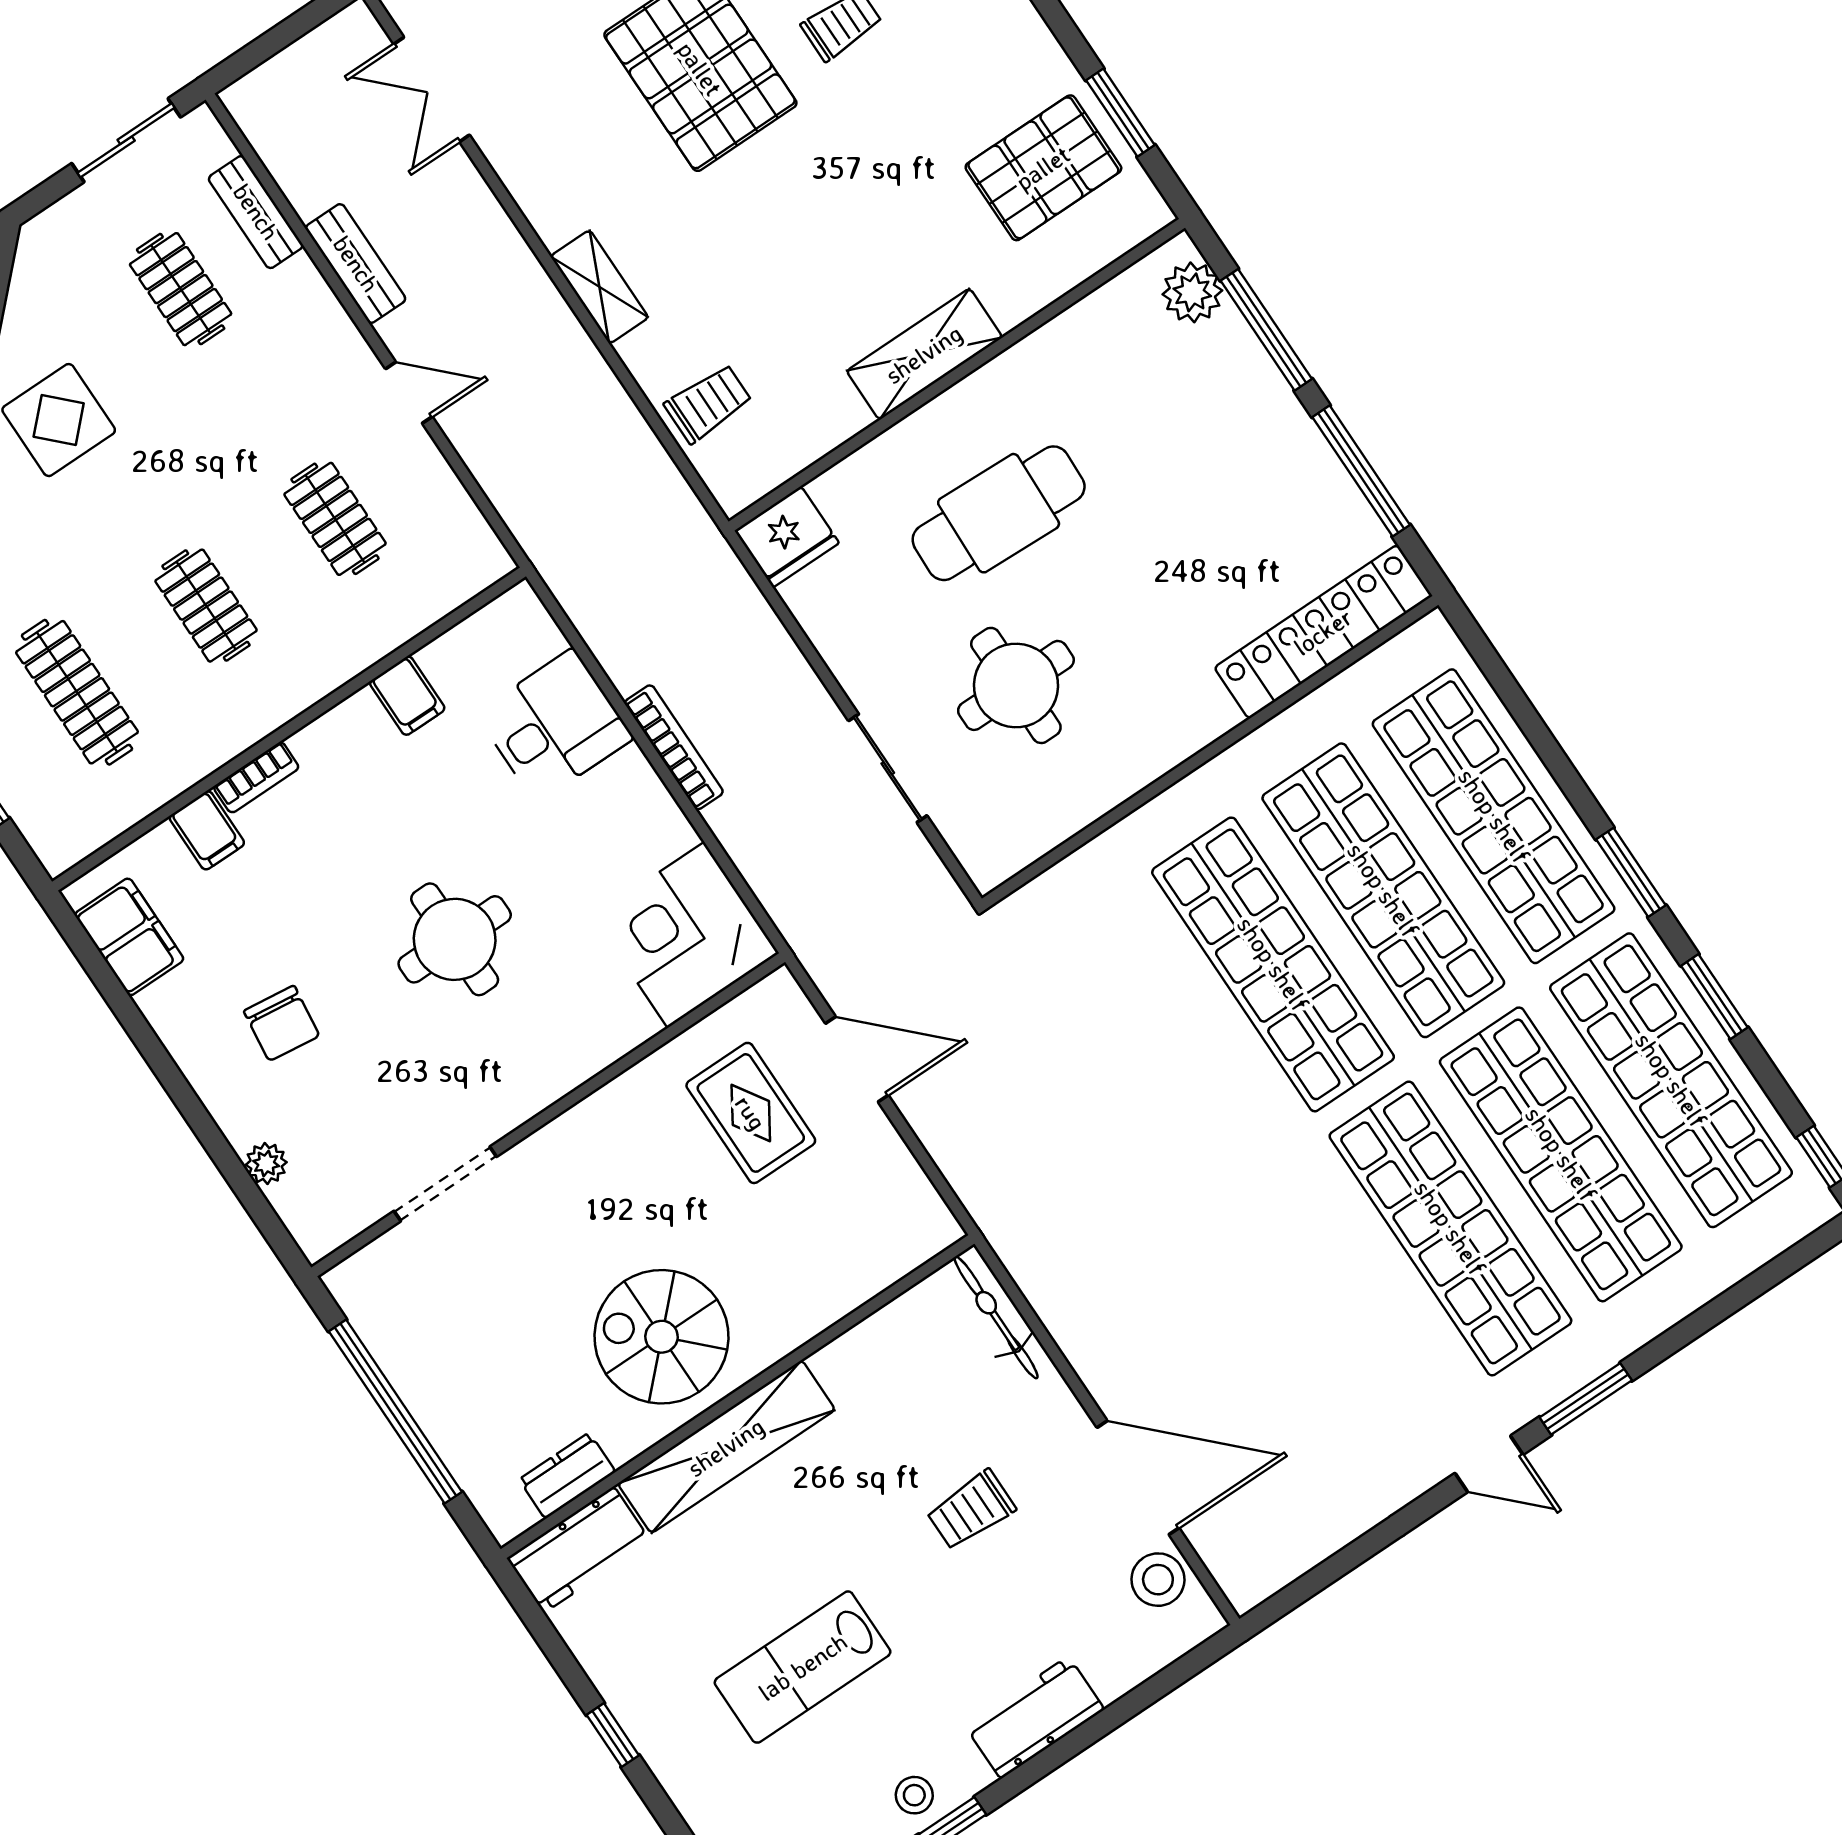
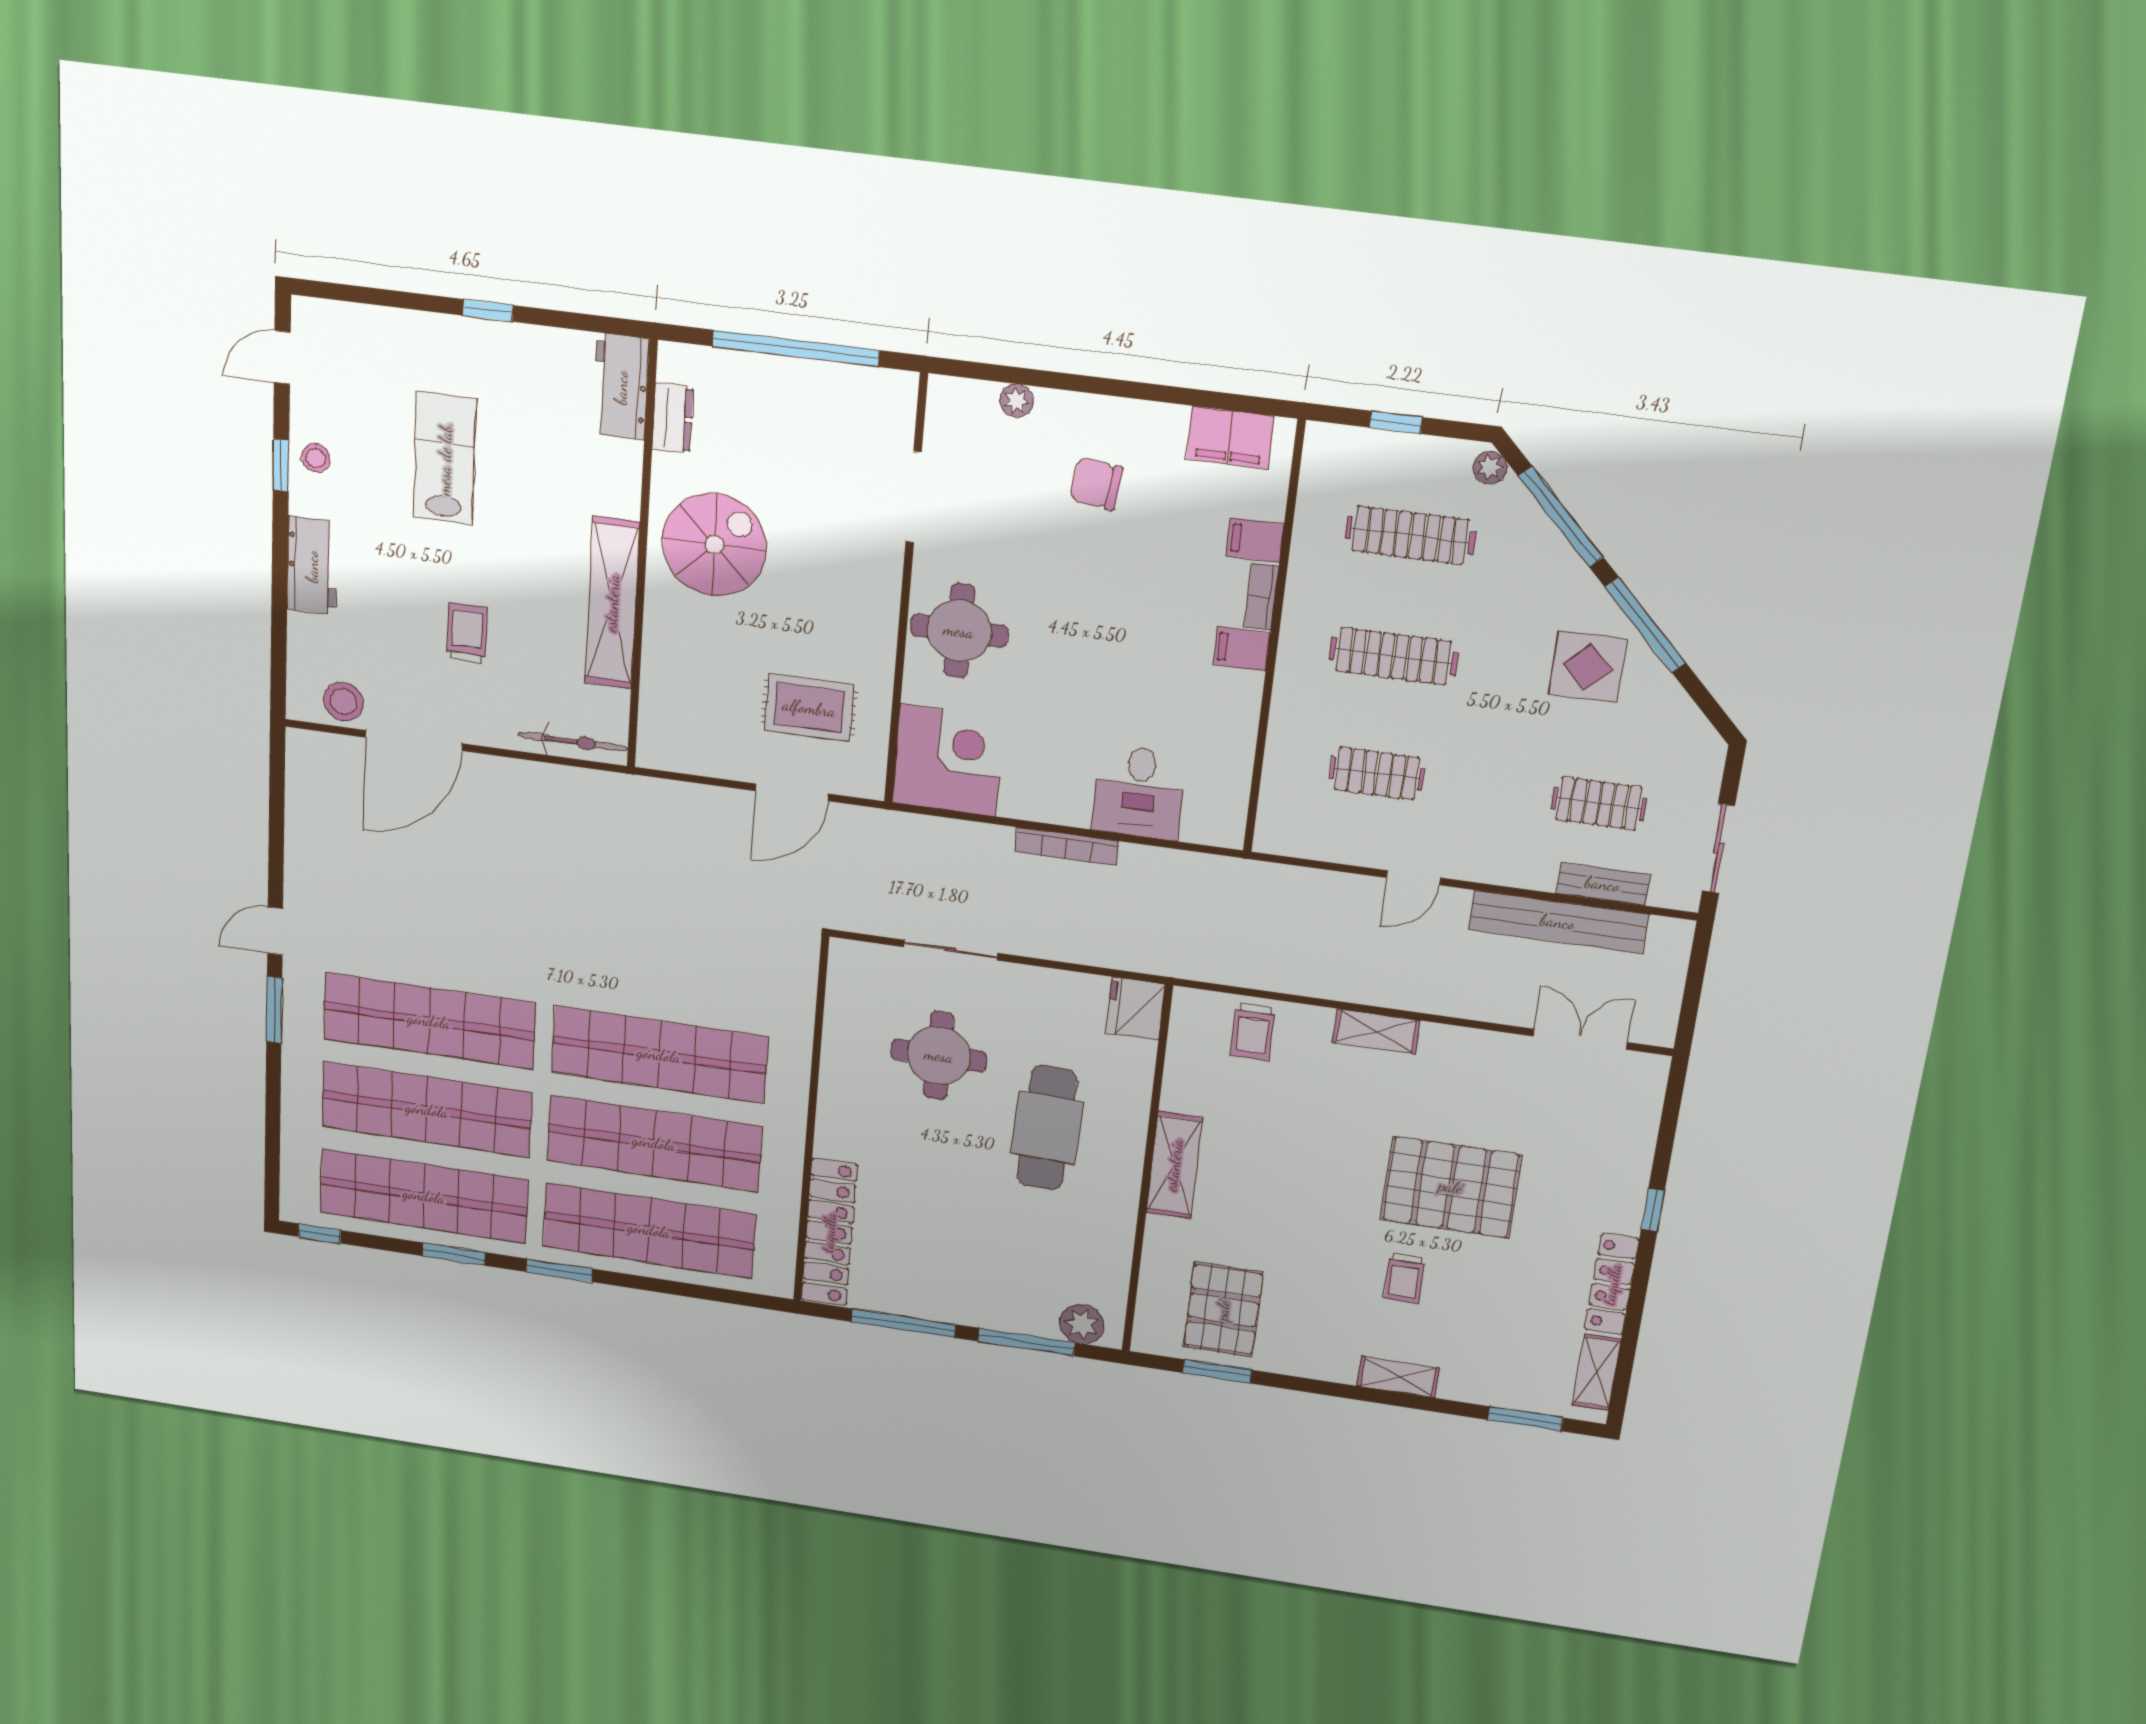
bench: (356, 264) -> (1558, 922), width x1.86, depth x1.21
clothes rail: (206, 606) -> (1393, 656), width x1.36
filing cabinet: (407, 696) -> (1242, 649), moved
round table: (455, 939) -> (959, 631), moved
shelving: (726, 1447) -> (612, 603), moved

